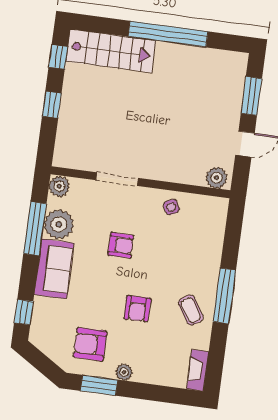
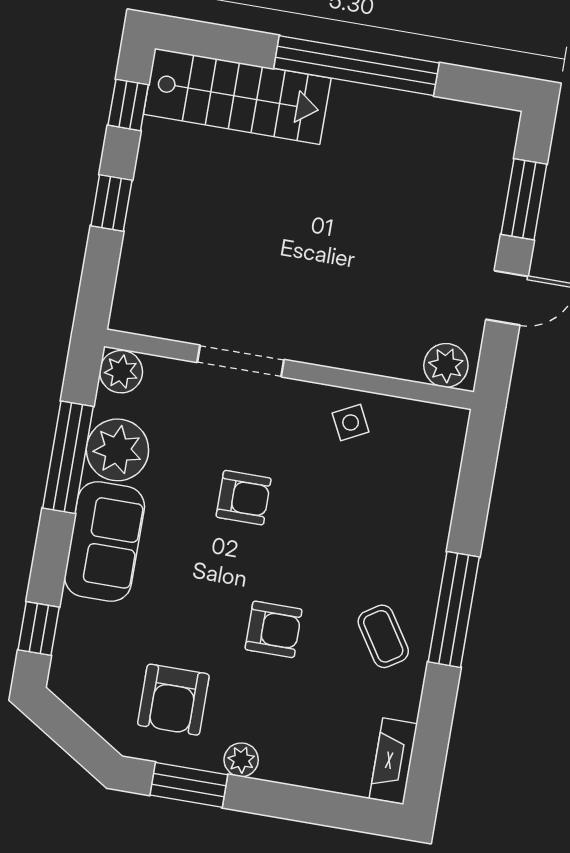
armchair: (137, 309) -> (274, 629), turned -90
armchair: (90, 344) -> (173, 700), turned -90

